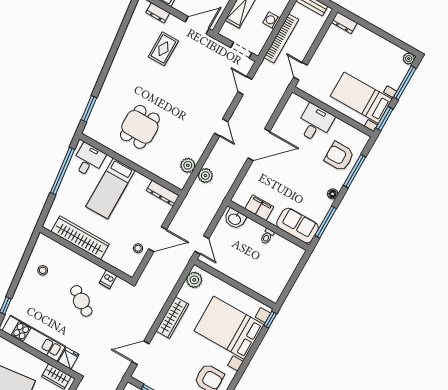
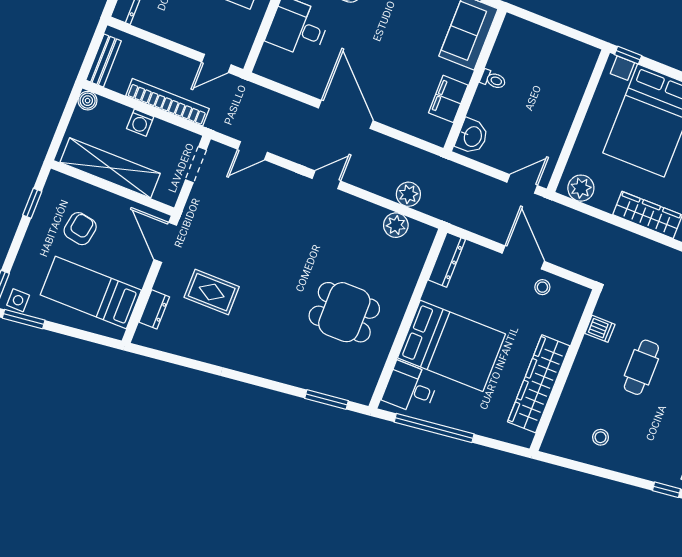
bed: (110, 188) -> (451, 346), width x1.50
cafe table: (81, 301) -> (641, 367), turned -34

